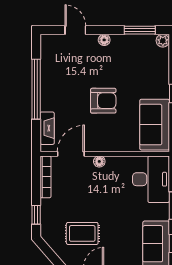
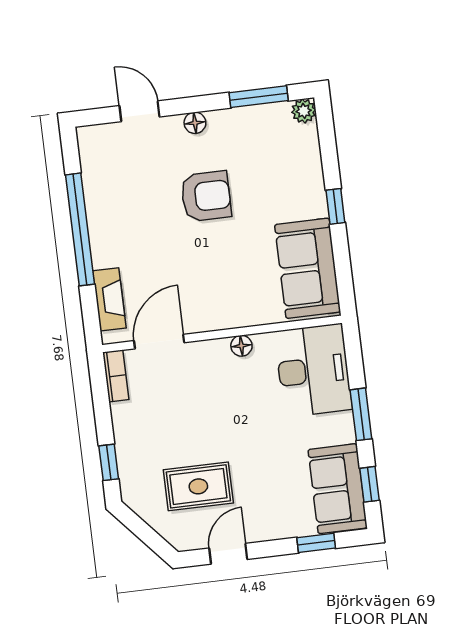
armchair: (103, 101) -> (206, 196), moved
floor lamp: (99, 161) -> (241, 346), moved
bookcase: (46, 177) -> (116, 376), width x0.64

